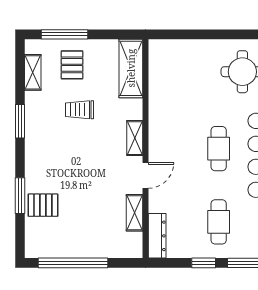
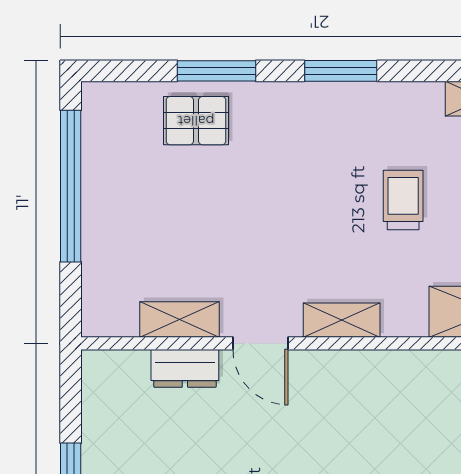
window: (20, 121) -> (341, 71), moved
pallet: (43, 205) -> (196, 121), turned 90
dresser: (157, 236) -> (185, 368), moved, width x0.70

